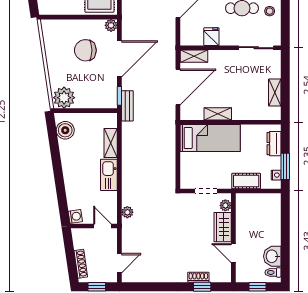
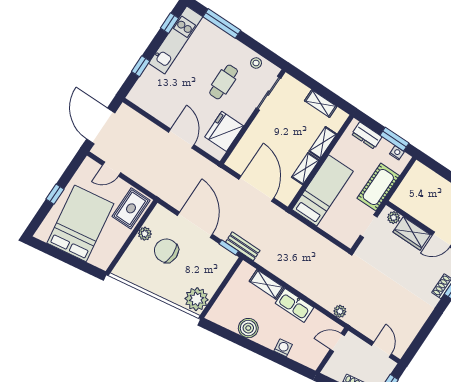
stool: (270, 11) -> (256, 63), moved
plant: (111, 25) -> (145, 234), moved
fridge: (211, 37) -> (224, 131), width x1.88, depth x1.34
chair: (85, 50) -> (166, 251), turned 90
shelving: (194, 56) -> (323, 143), moved
boiler: (65, 130) -> (248, 328), moved
cot: (246, 181) -> (378, 187), width x1.37, depth x1.34
washing machine: (75, 216) -> (283, 348), moved

